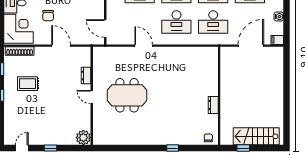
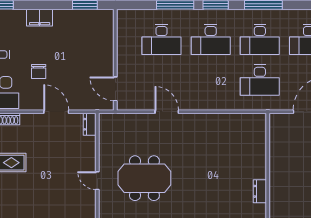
desk: (176, 22) -> (211, 80), removed
dresser: (86, 76) -> (90, 124), moved

